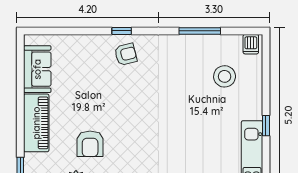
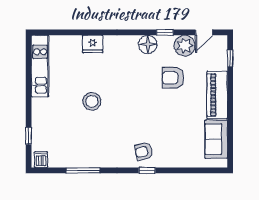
stool: (225, 76) -> (92, 101), moved
window: (266, 126) -> (29, 136), moved
armchair: (90, 144) -> (173, 78), turned -90

